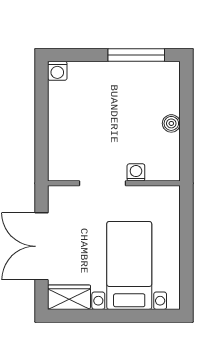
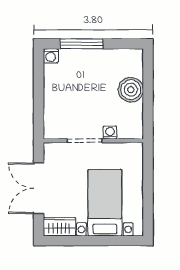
window: (136, 55) -> (82, 44), moved
boiler: (171, 123) -> (131, 90), width x1.86, depth x1.86

